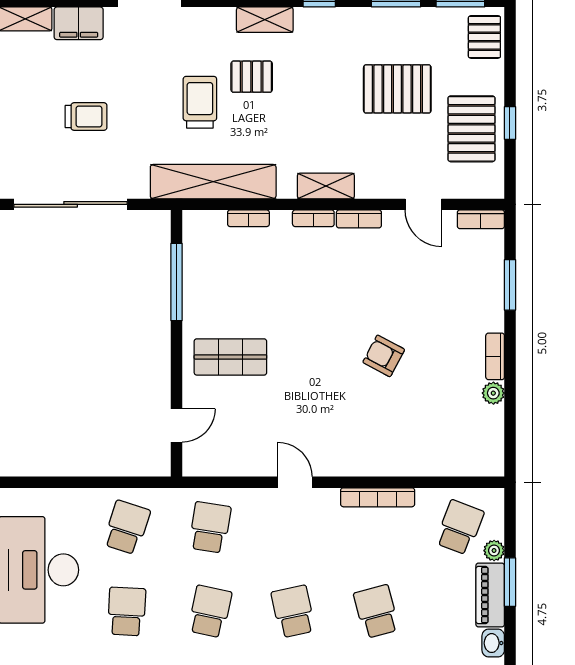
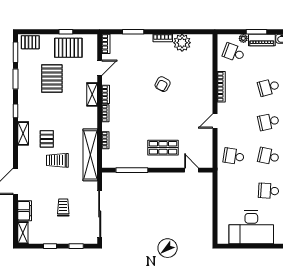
shelving: (326, 186) -> (92, 94), moved
shop shelf: (230, 357) -> (163, 148), turned 90
plant: (493, 393) -> (182, 43), width x1.88, depth x1.88
school desk: (127, 527) -> (234, 191), removed

